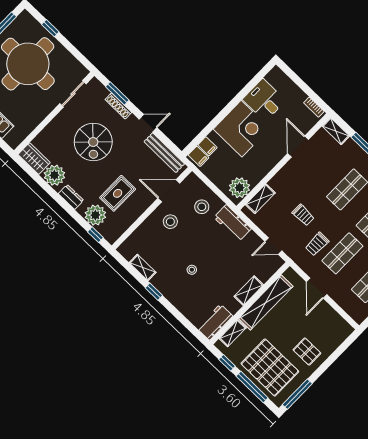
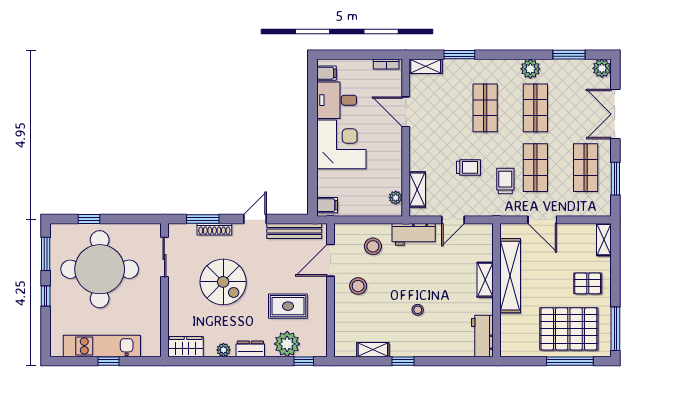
filing cabinet: (207, 146) -> (326, 73), moved
plant: (54, 175) -> (223, 350), width x0.53, depth x0.53
plant: (240, 188) -> (396, 198), width x0.53, depth x0.53
rug: (118, 193) -> (288, 306), turned 90
trolley: (317, 244) -> (505, 181), turned 180
door: (273, 246) -> (453, 220), moved
shelving: (233, 333) -> (604, 240), moved
window: (227, 363) -> (527, 361), removed

